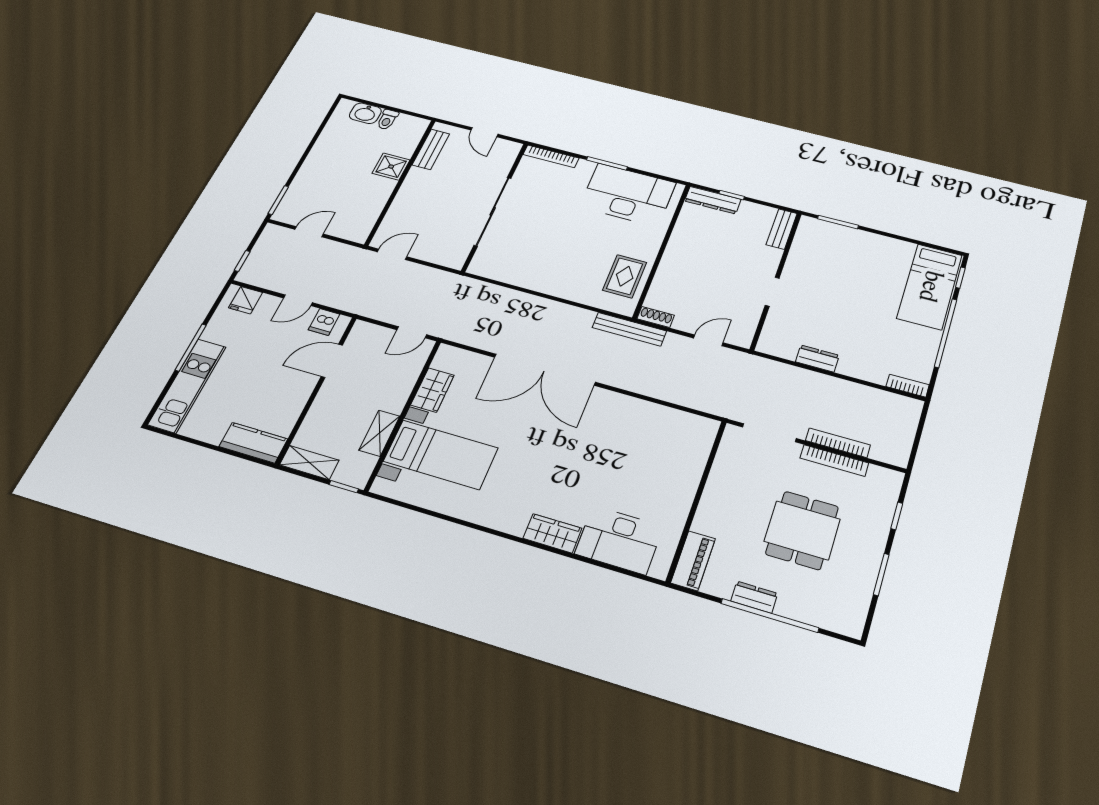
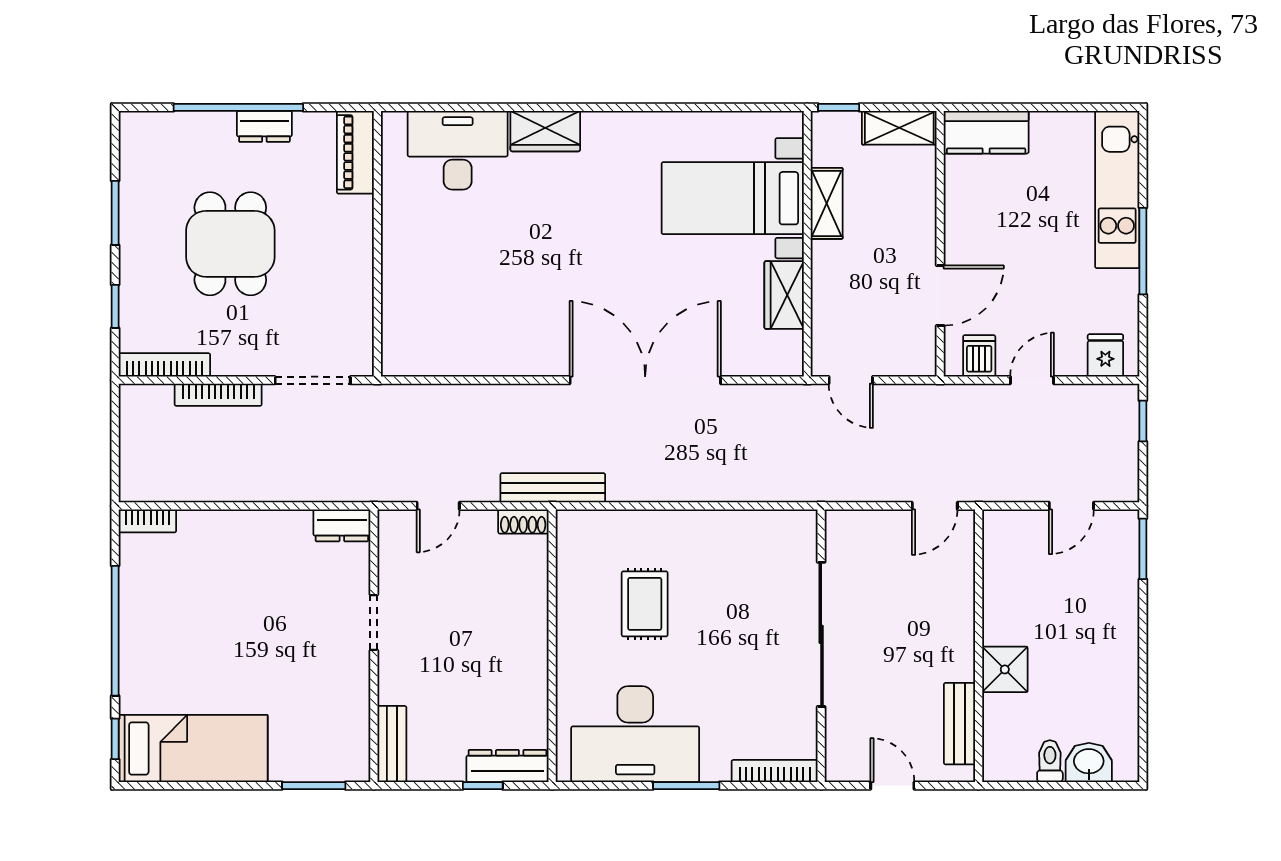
rug: (625, 276) -> (645, 604), moved
bed: (930, 286) -> (193, 748), moved, turned 90
door: (412, 332) -> (851, 380), swing flipped
dresser: (817, 359) -> (342, 525), moved
bookcase: (834, 461) -> (164, 365), moved

